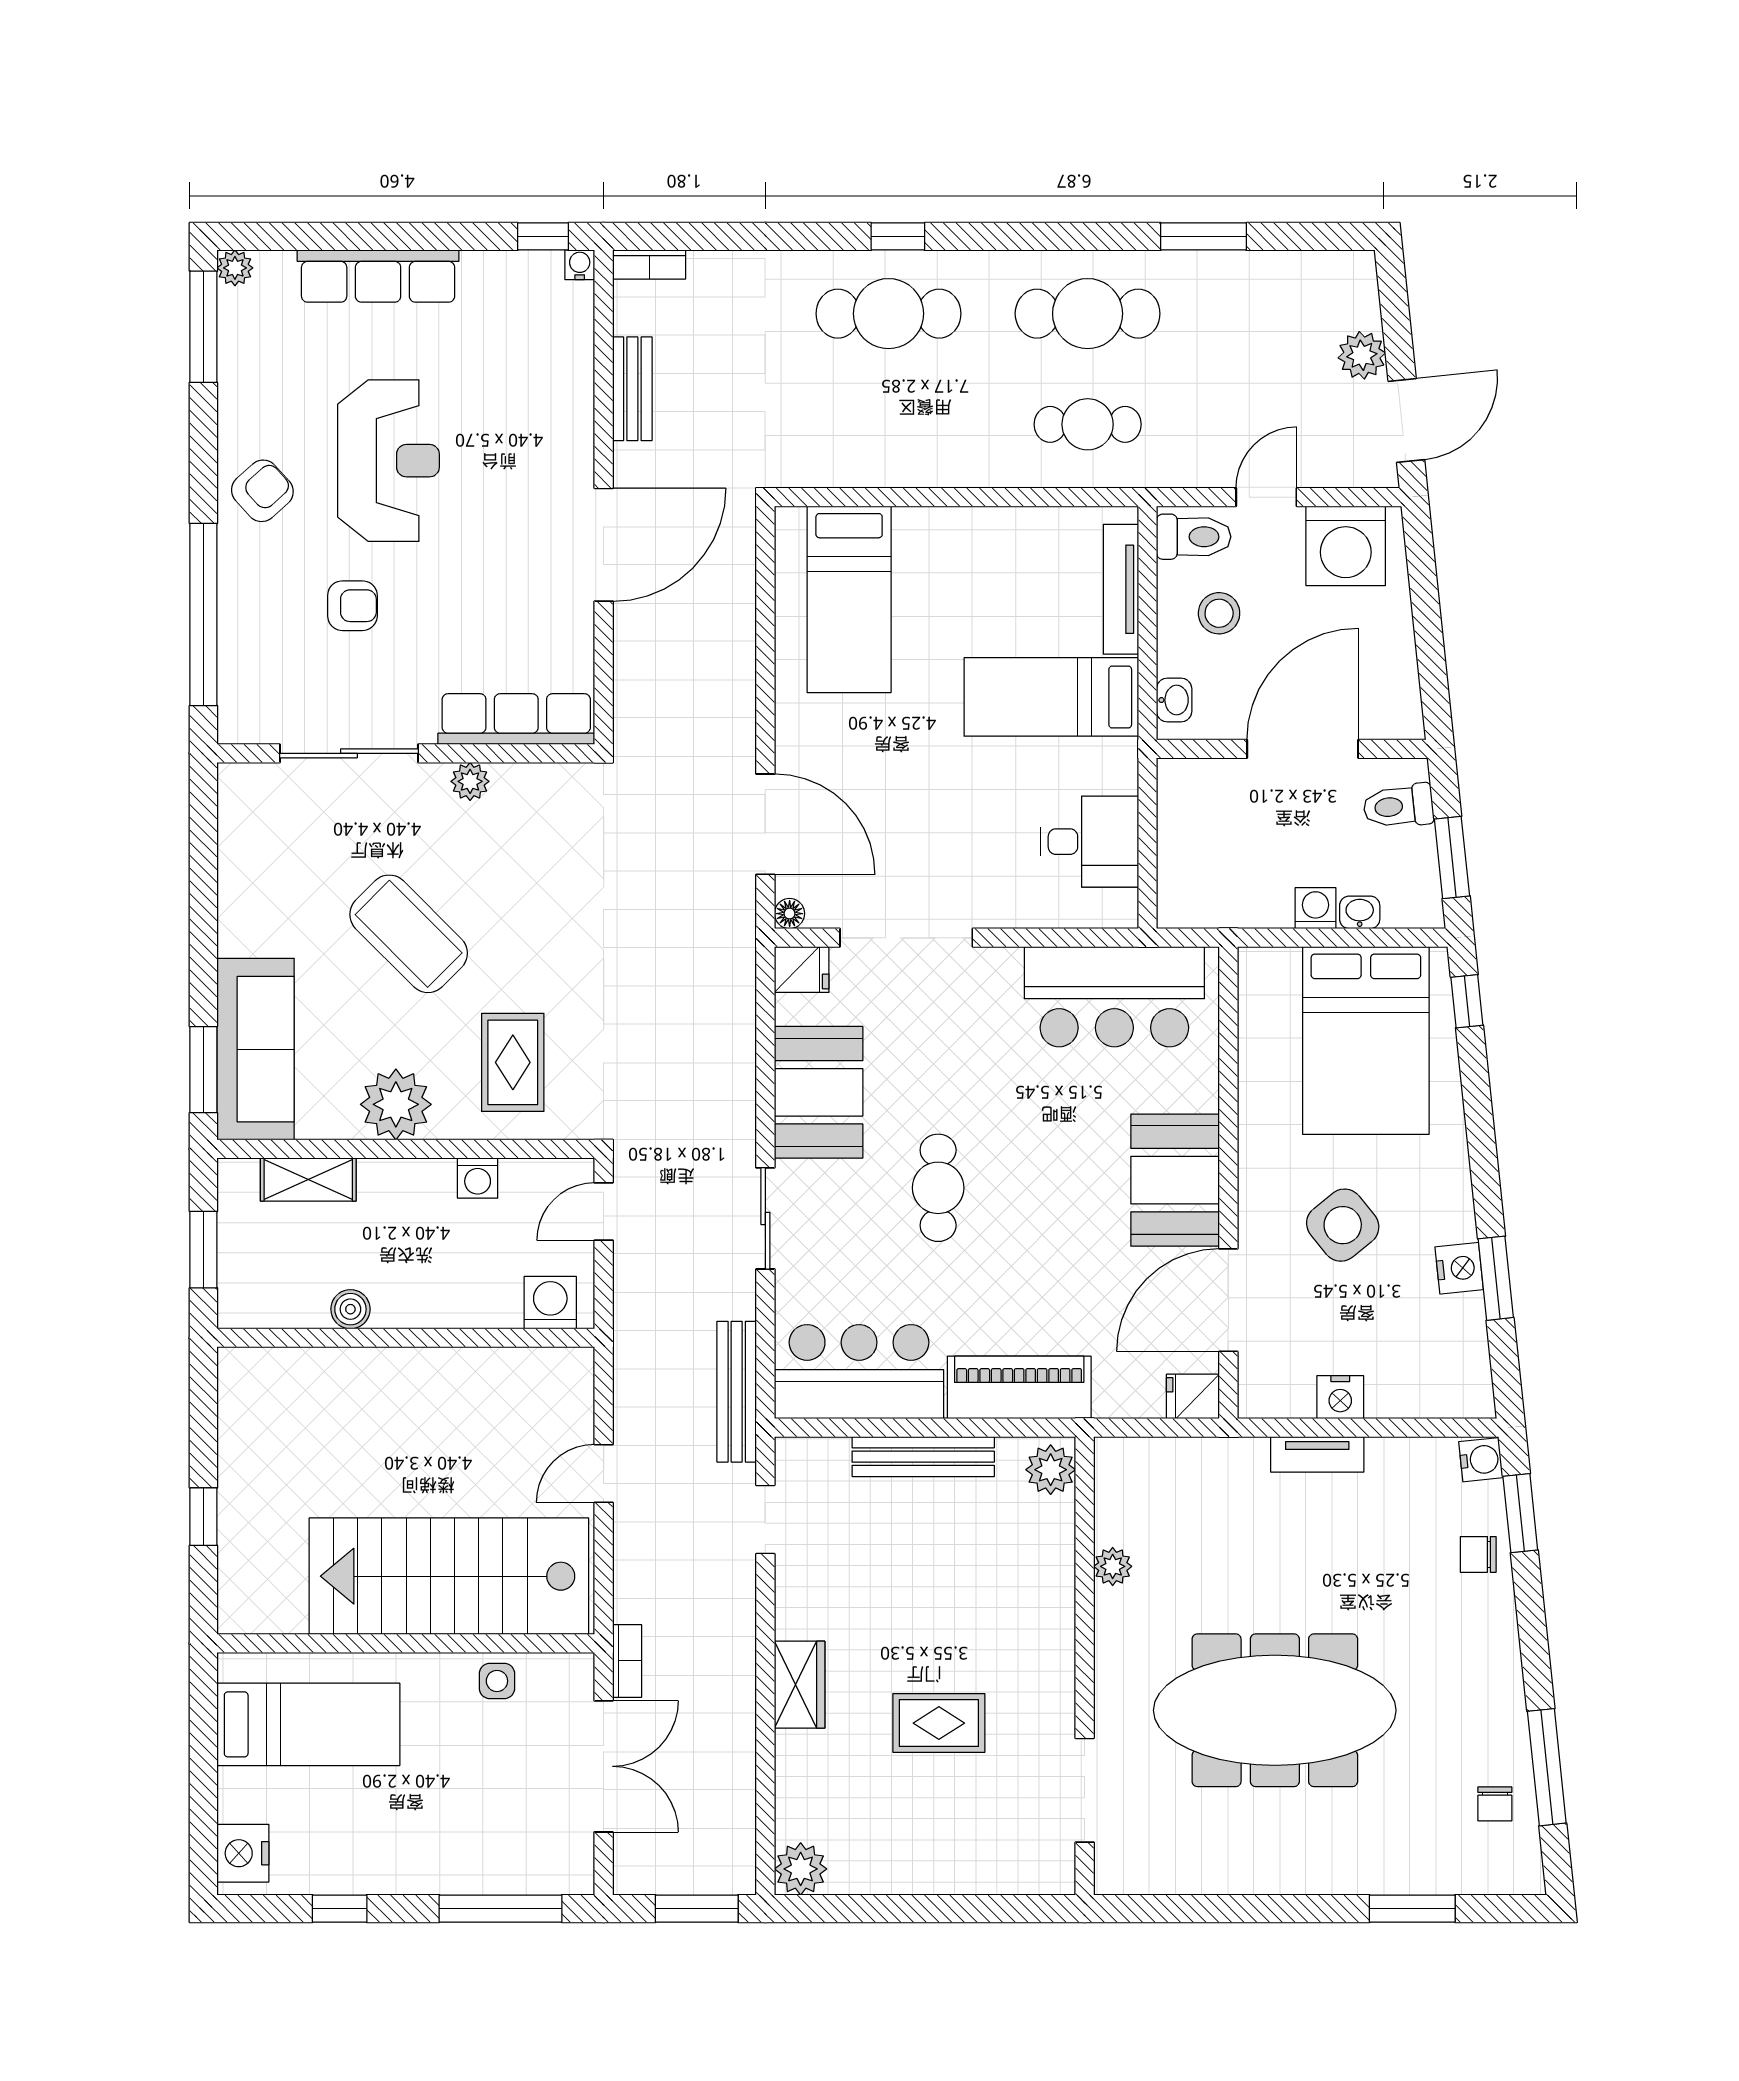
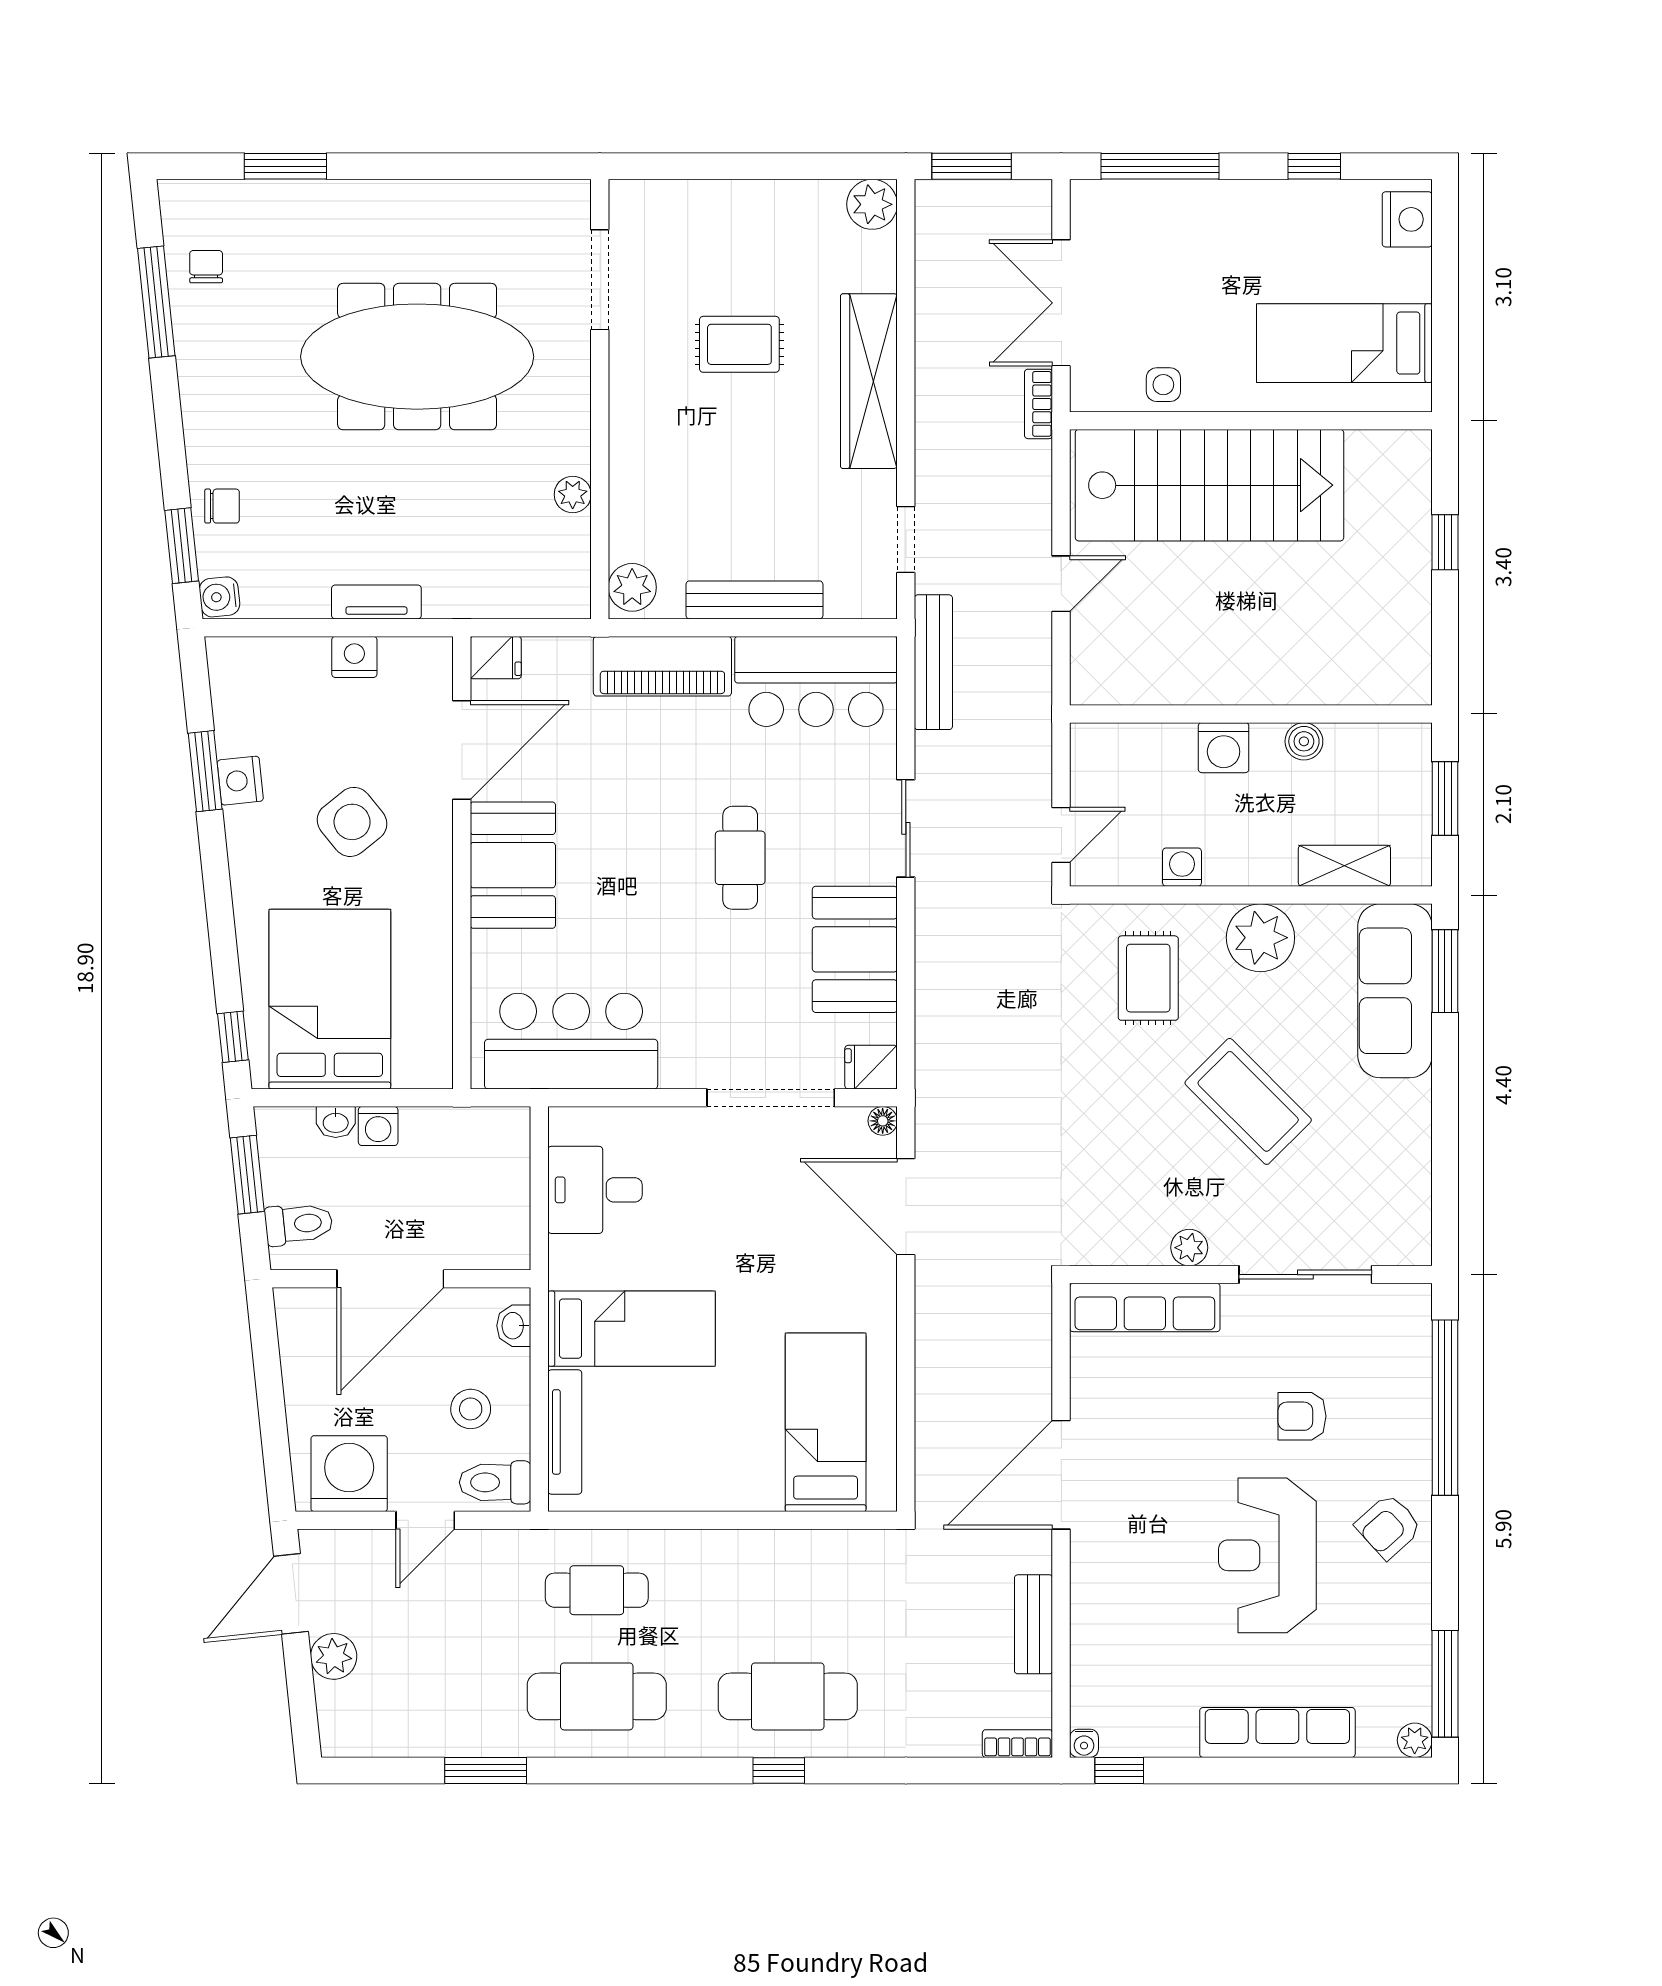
washing machine: (550, 1303) -> (1224, 748), moved
wardrobe: (800, 1685) -> (869, 381), width x2.10, depth x1.17

